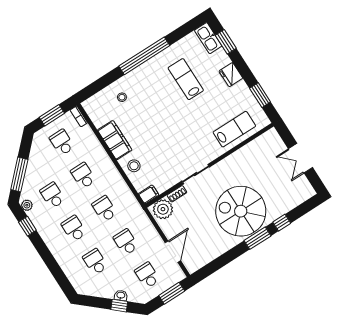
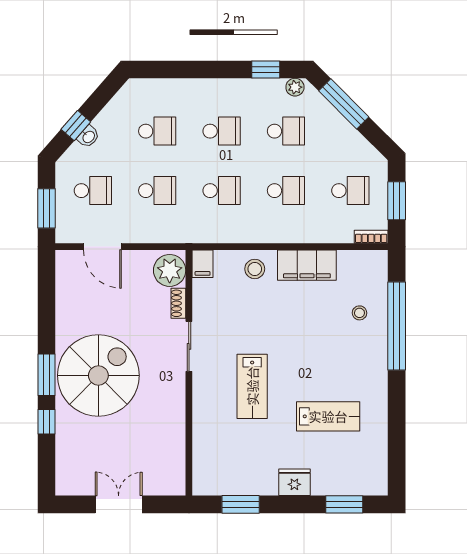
kitchen sink: (208, 38) -> (365, 483), removed
window: (144, 56) -> (397, 326), moved
lab bench: (234, 129) -> (252, 386), moved

